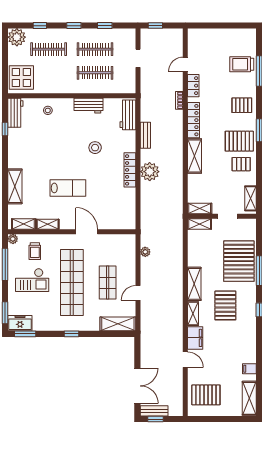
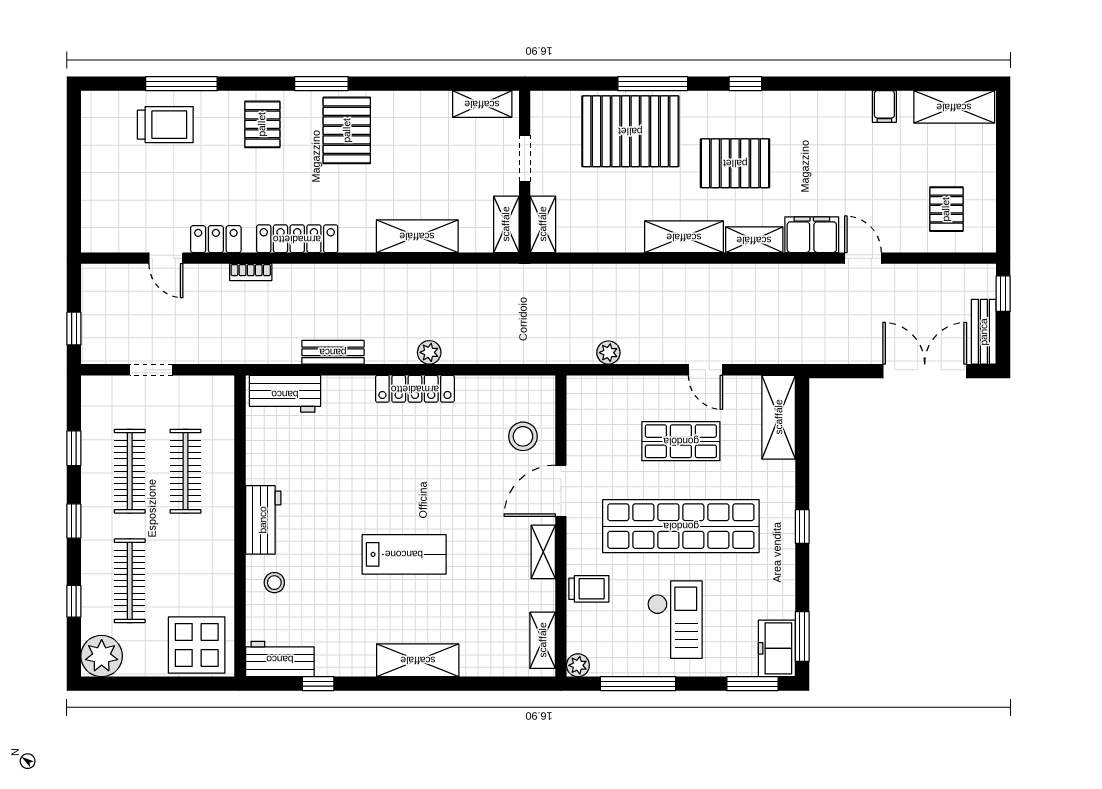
trolley: (242, 64) -> (165, 125), turned -90
workbench: (88, 106) -> (263, 520), moved
stool: (95, 148) -> (523, 436), moved
shelving: (195, 156) -> (417, 236), moved
pallet: (241, 164) -> (401, 126), removed
plant: (150, 172) -> (429, 352), width x0.53, depth x0.53
shelving: (15, 186) -> (418, 660), moved
lab bench: (68, 188) -> (404, 554), moved, turned 90
shelving: (48, 224) -> (543, 552), moved
trolley: (35, 251) -> (589, 589), moved
door: (185, 360) -> (863, 258), hinge flipped
pallet: (206, 395) -> (946, 209), width x0.67, depth x0.71
window: (155, 419) -> (1003, 294), moved

